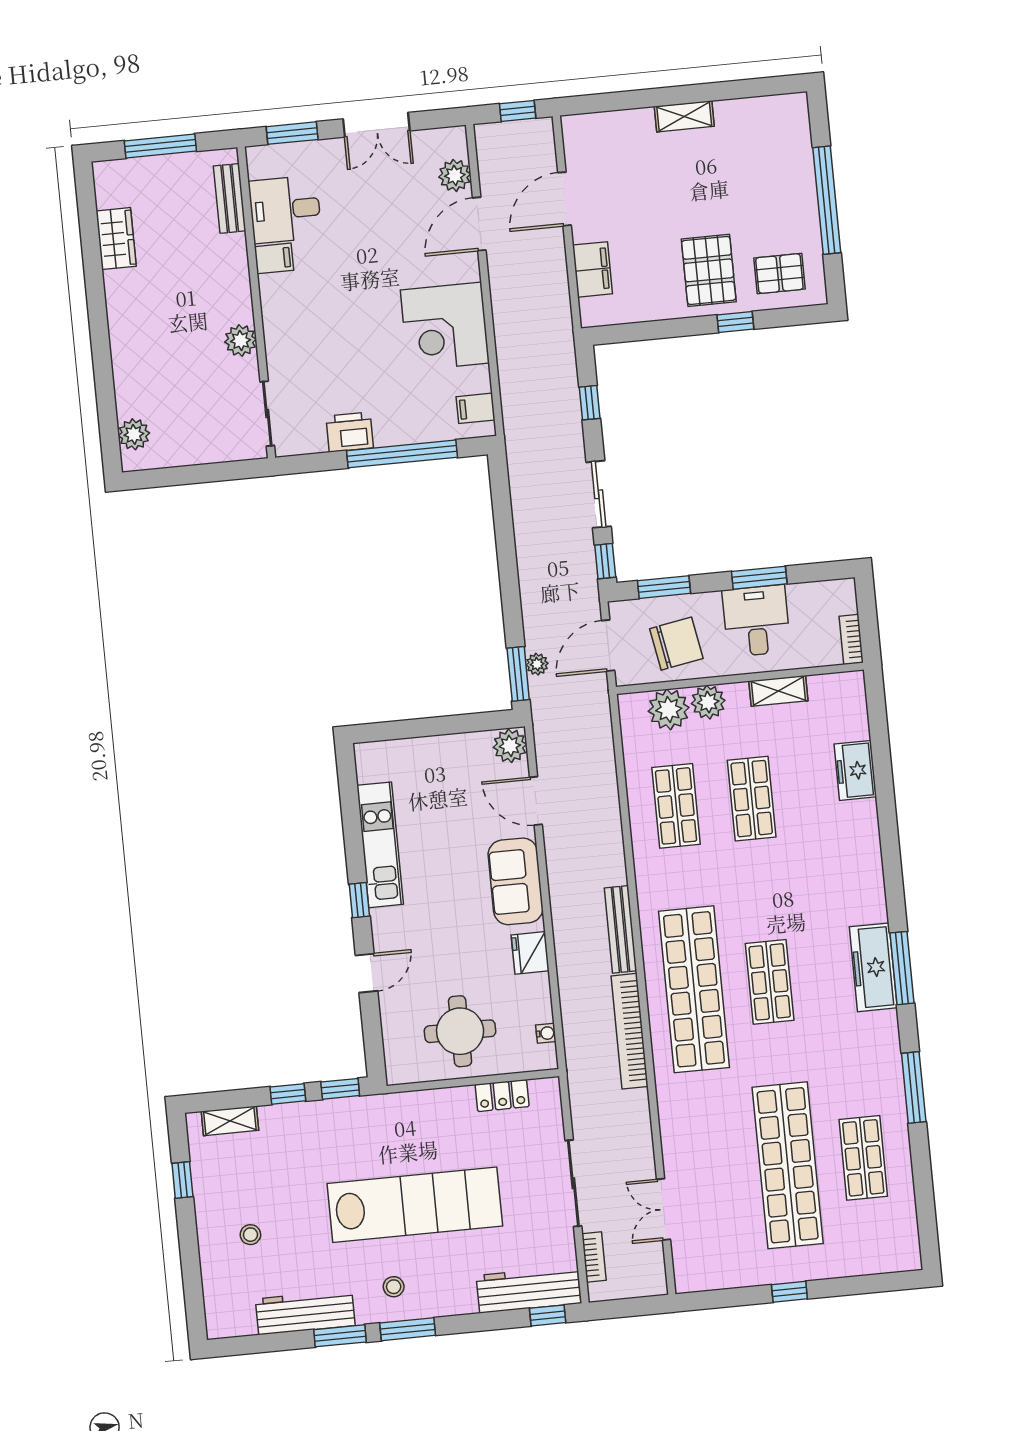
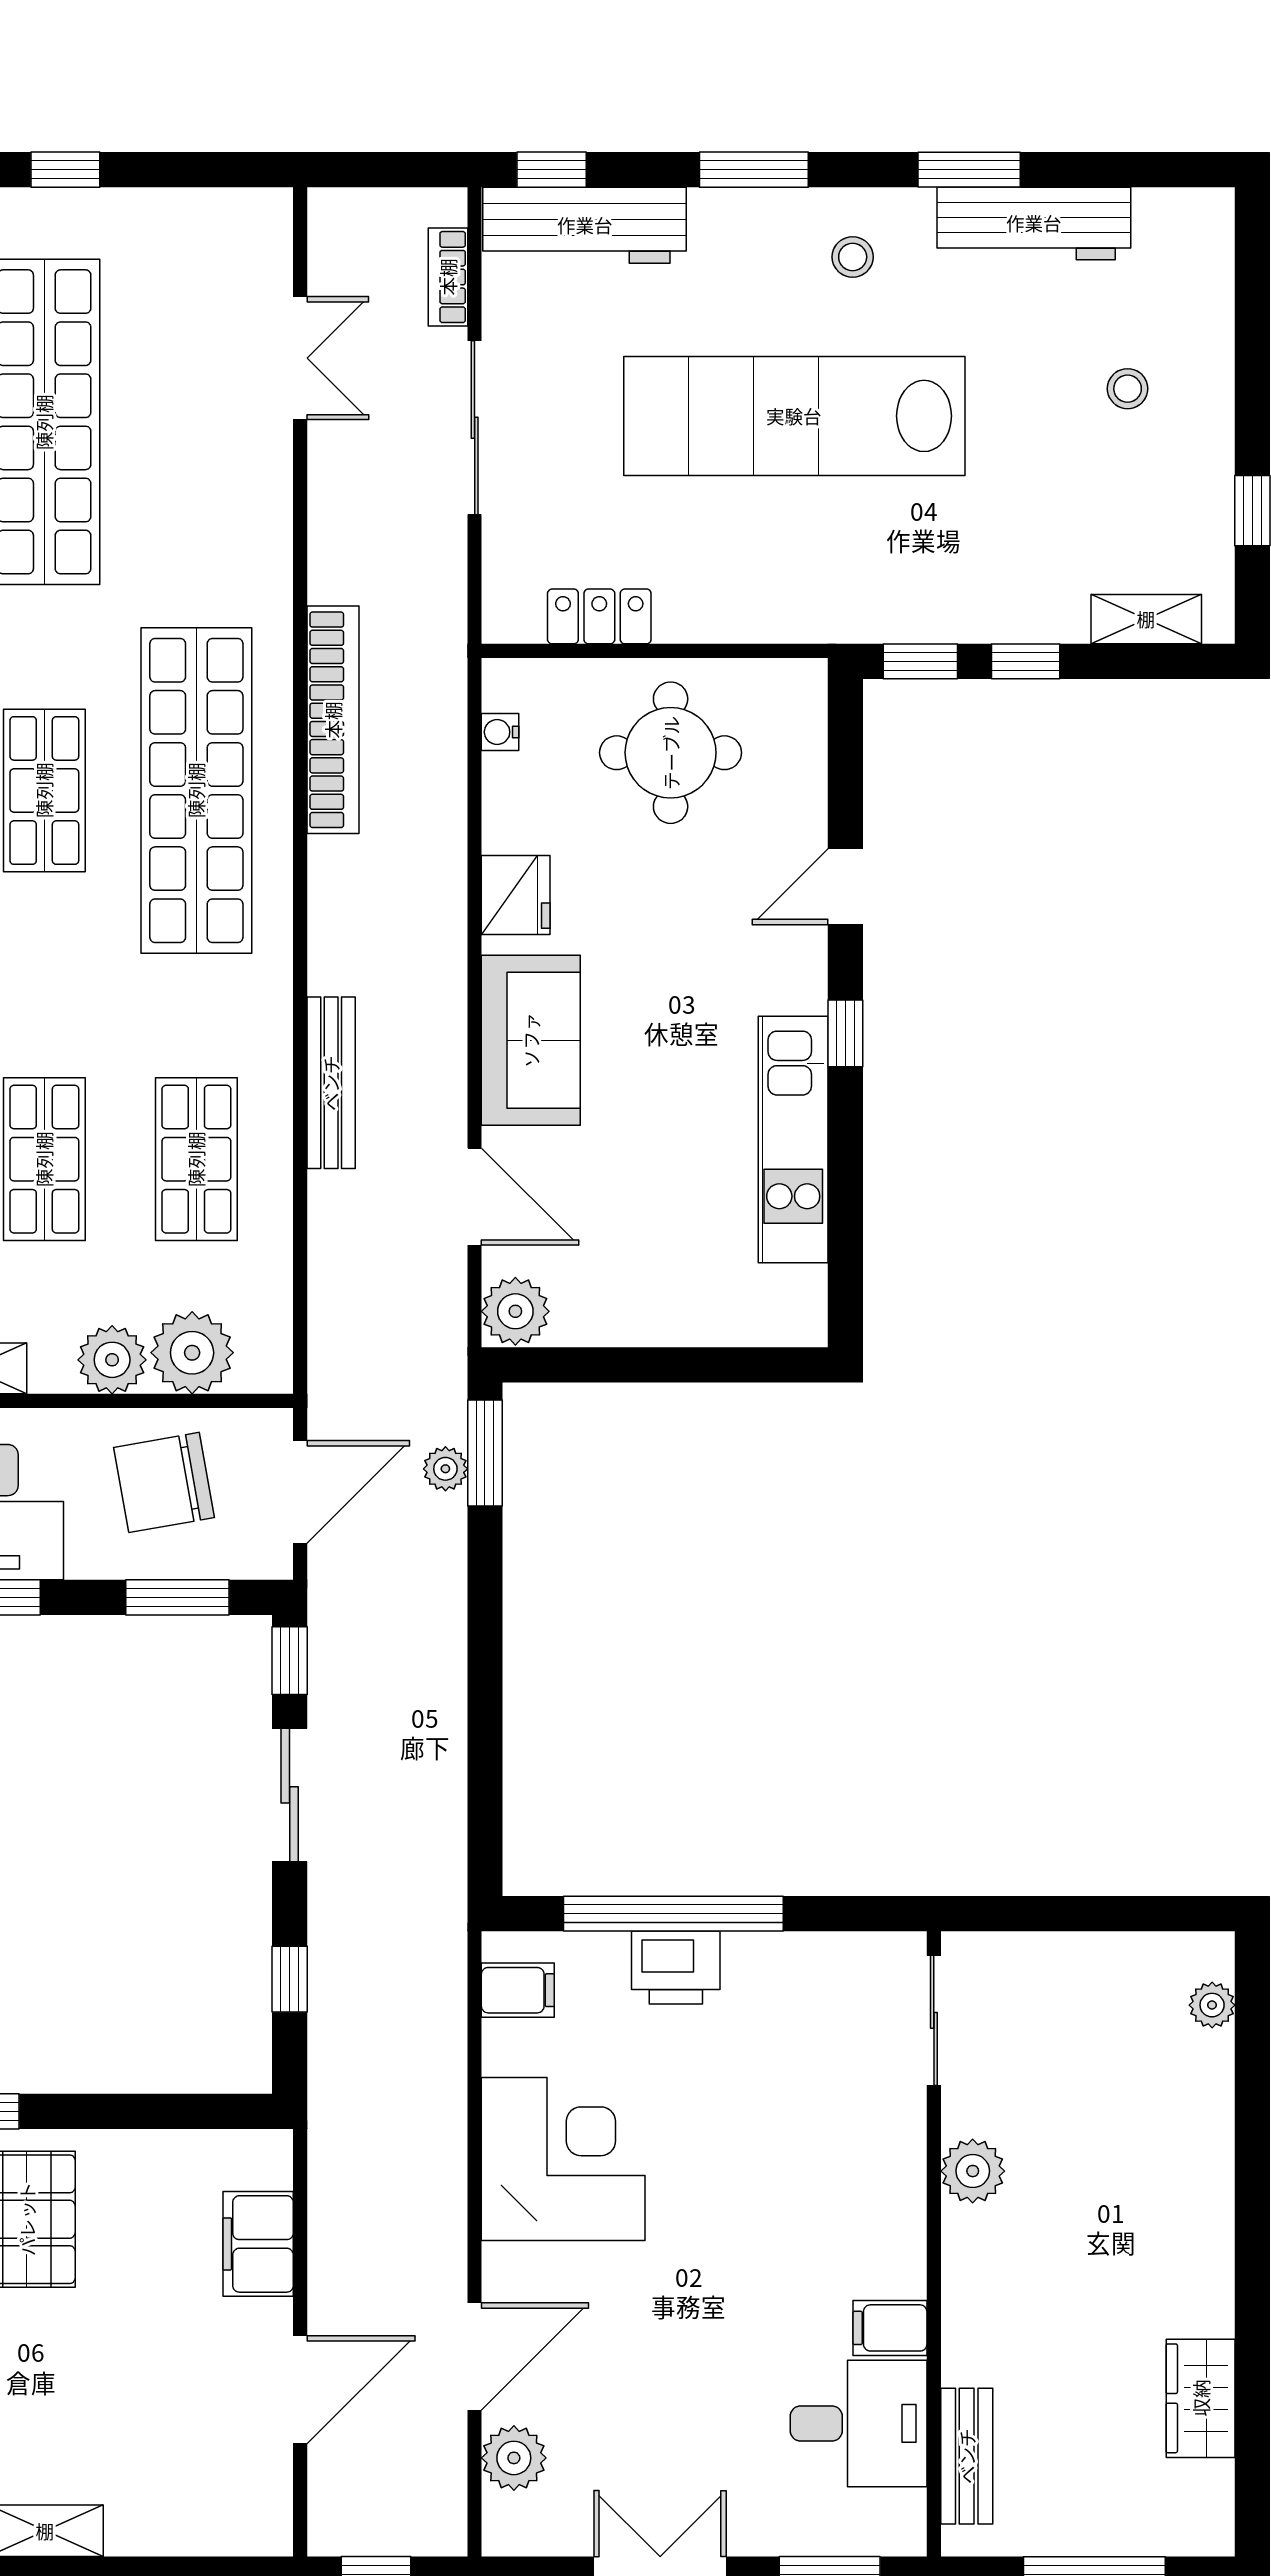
printer: (350, 432) -> (676, 1968), moved
plant: (134, 434) -> (1212, 2005), width x0.73, depth x0.73
bench: (620, 929) -> (331, 1083), moved
window: (408, 1329) -> (754, 170), moved

